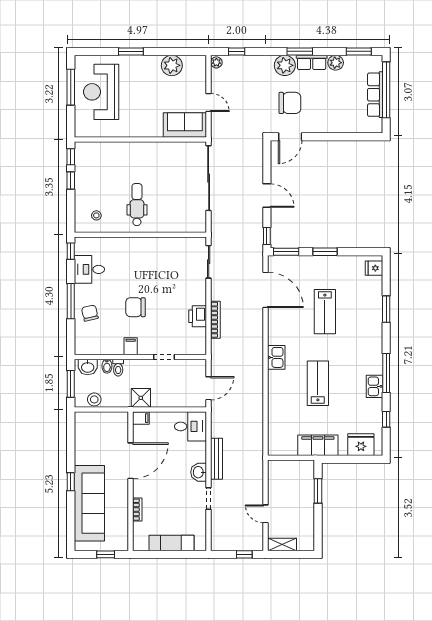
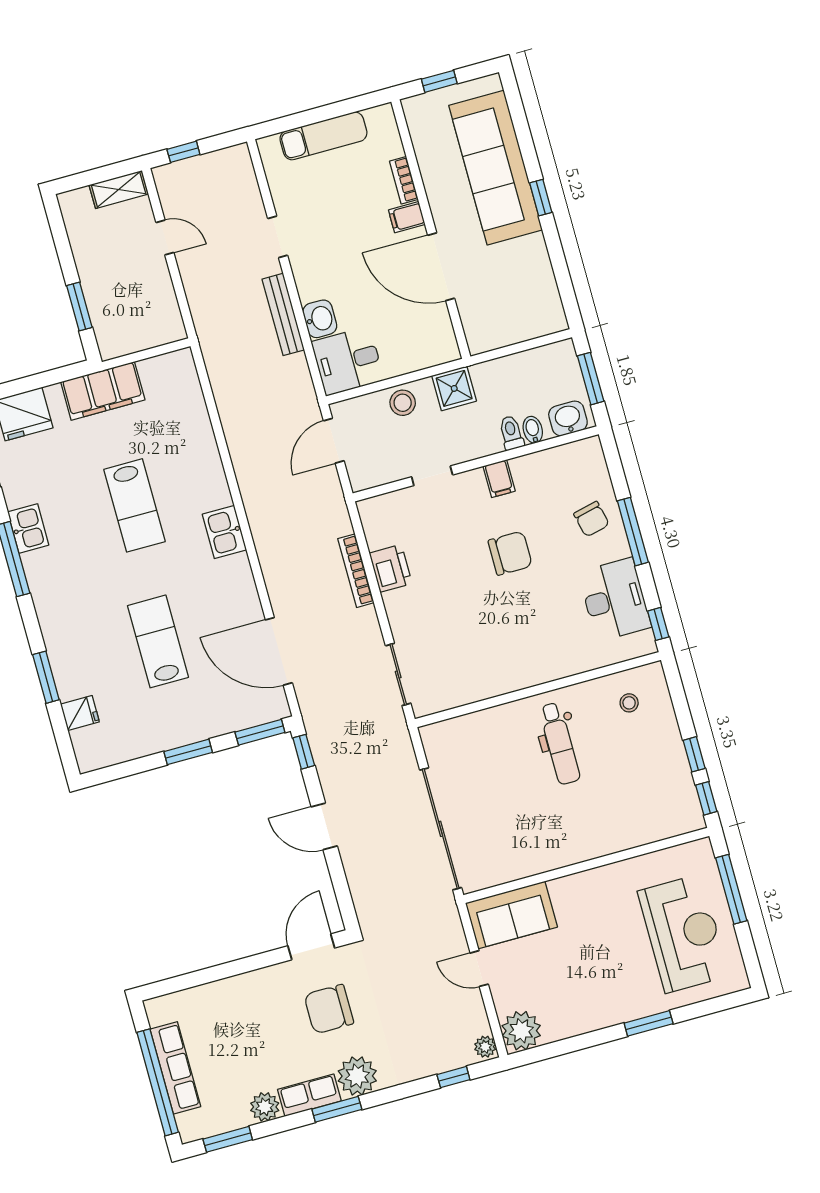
plant: (172, 65) -> (521, 1031), moved
window: (71, 87) -> (731, 889), moved
fridge: (374, 268) -> (80, 713), moved
desk: (89, 269) -> (615, 600), width x1.37
stool: (94, 399) -> (403, 403), moved
filing cabinet: (141, 418) -> (407, 217), moved
door: (130, 461) -> (441, 267), hinge flipped
washbasin: (199, 472) -> (320, 319), moved

